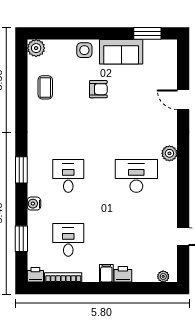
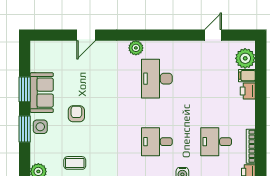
window: (82, 33) -> (25, 129), added
window: (147, 33) -> (25, 89), moved
filing cabinet: (106, 273) -> (247, 76), moved
plant: (163, 276) -> (245, 58), width x1.88, depth x1.88

